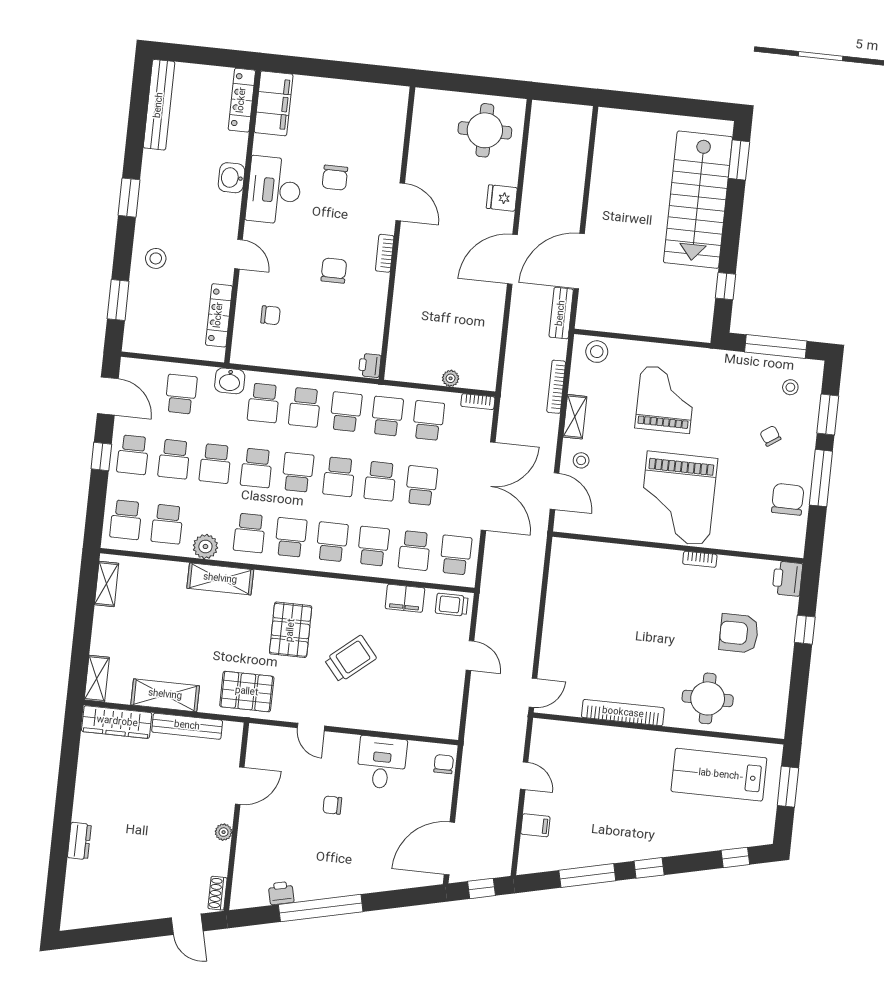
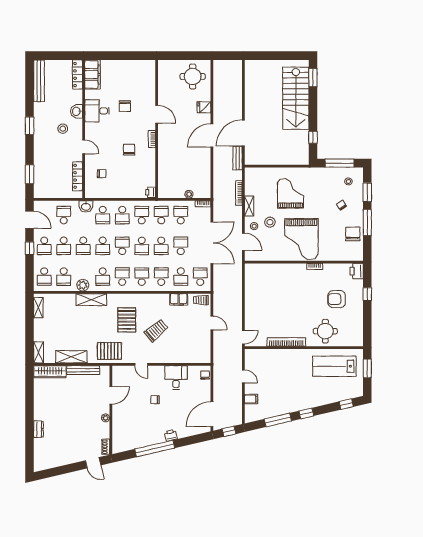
desk: (274, 190) -> (97, 111), width x0.73
stool: (156, 258) -> (63, 129), moved
stool: (597, 352) -> (270, 222), moved
printer: (281, 893) -> (171, 435), moved

